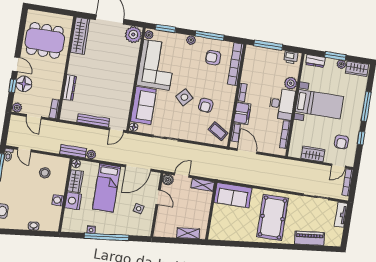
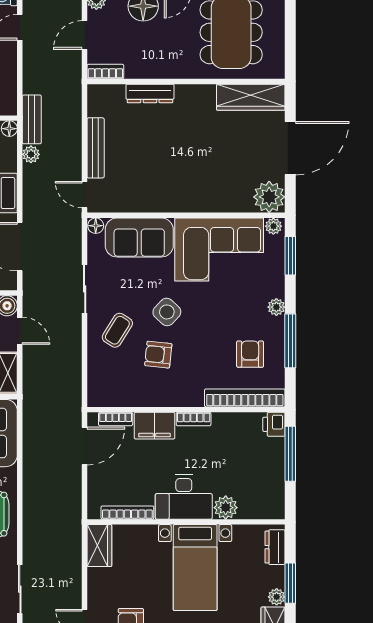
printer: (291, 57) -> (274, 424), moved
coffee table: (218, 131) -> (117, 330), moved
wardrobe: (313, 154) -> (99, 546), moved

